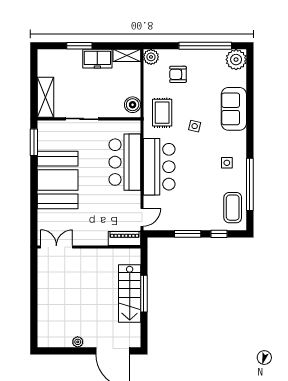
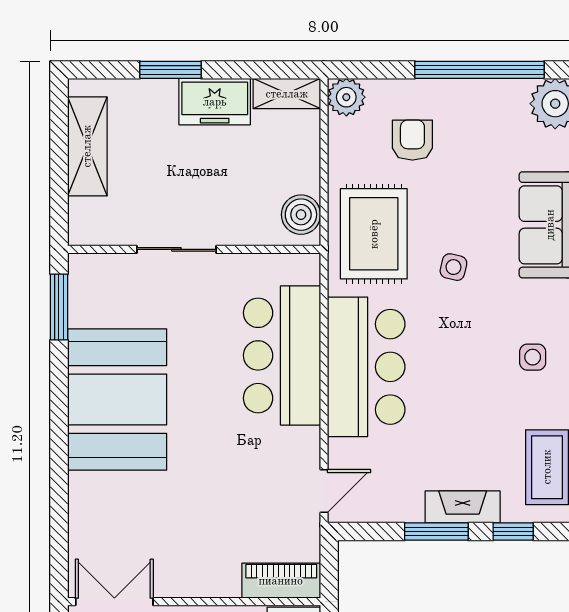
armchair: (178, 74) -> (412, 140), turned 90
shelving: (46, 97) -> (87, 146), moved
rug: (162, 113) -> (374, 234), width x1.36, depth x1.43
fireplace: (198, 224) -> (463, 507), added
piano: (125, 238) -> (281, 581), moved
double door: (56, 247) -> (114, 602), moved
wall: (89, 247) -> (194, 602), moved

